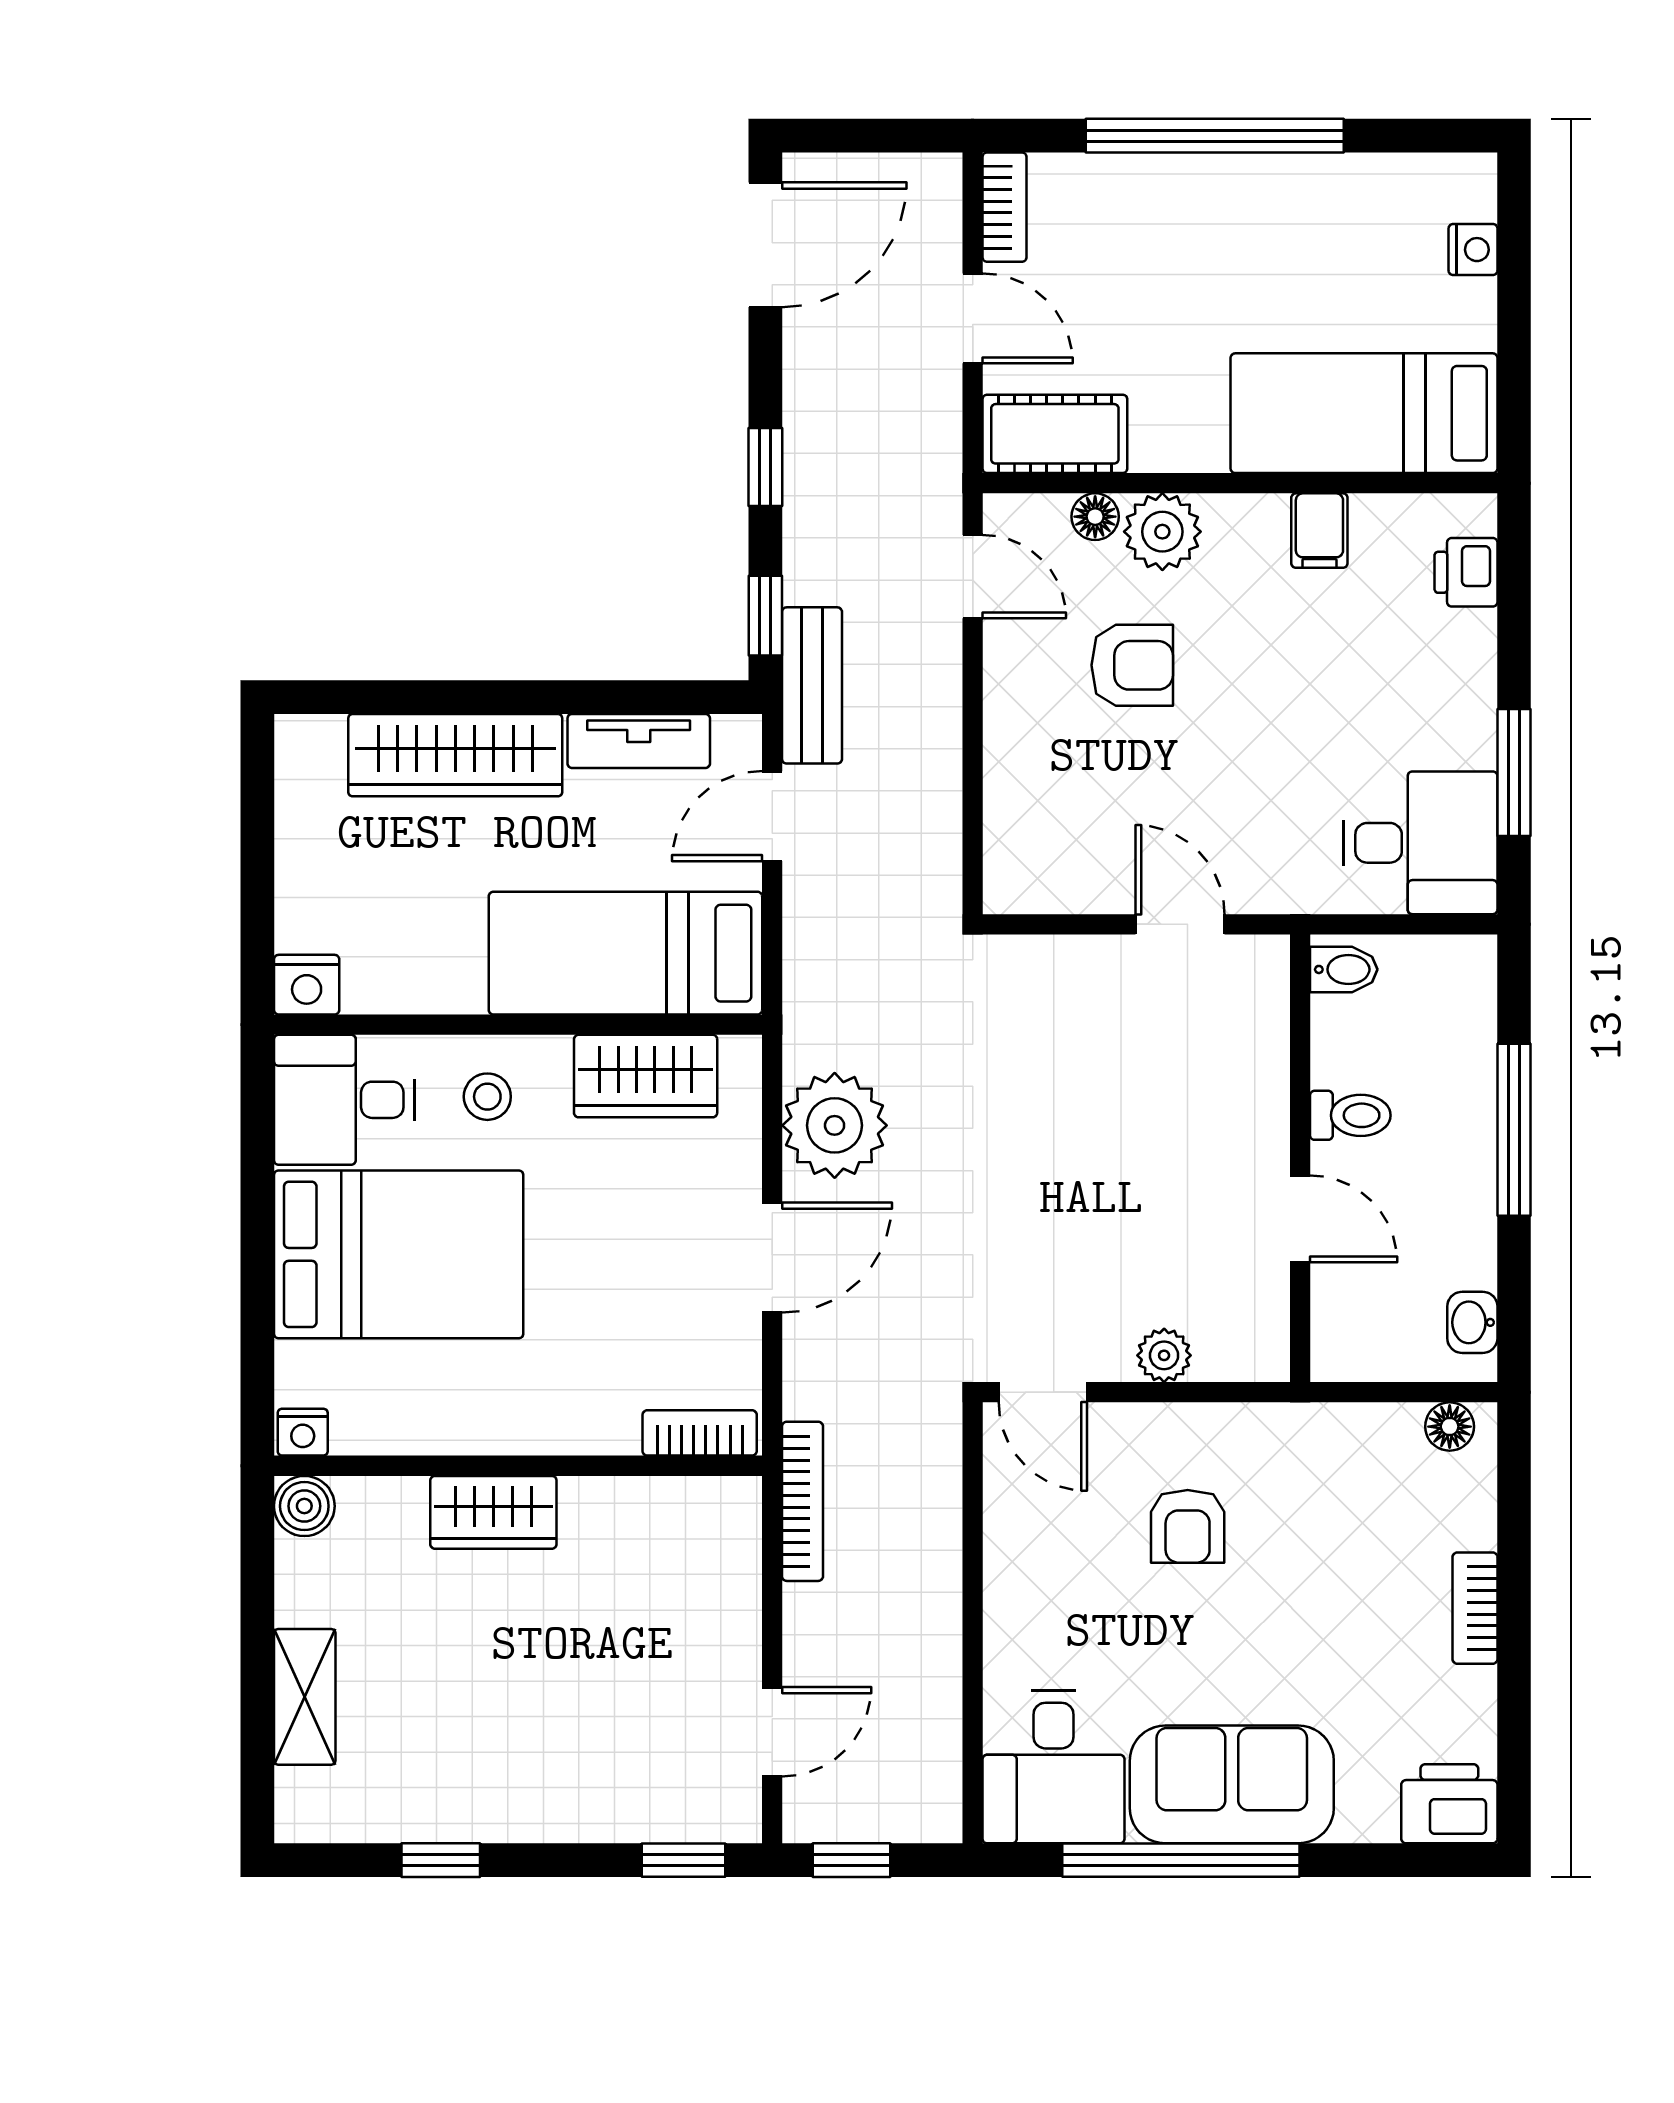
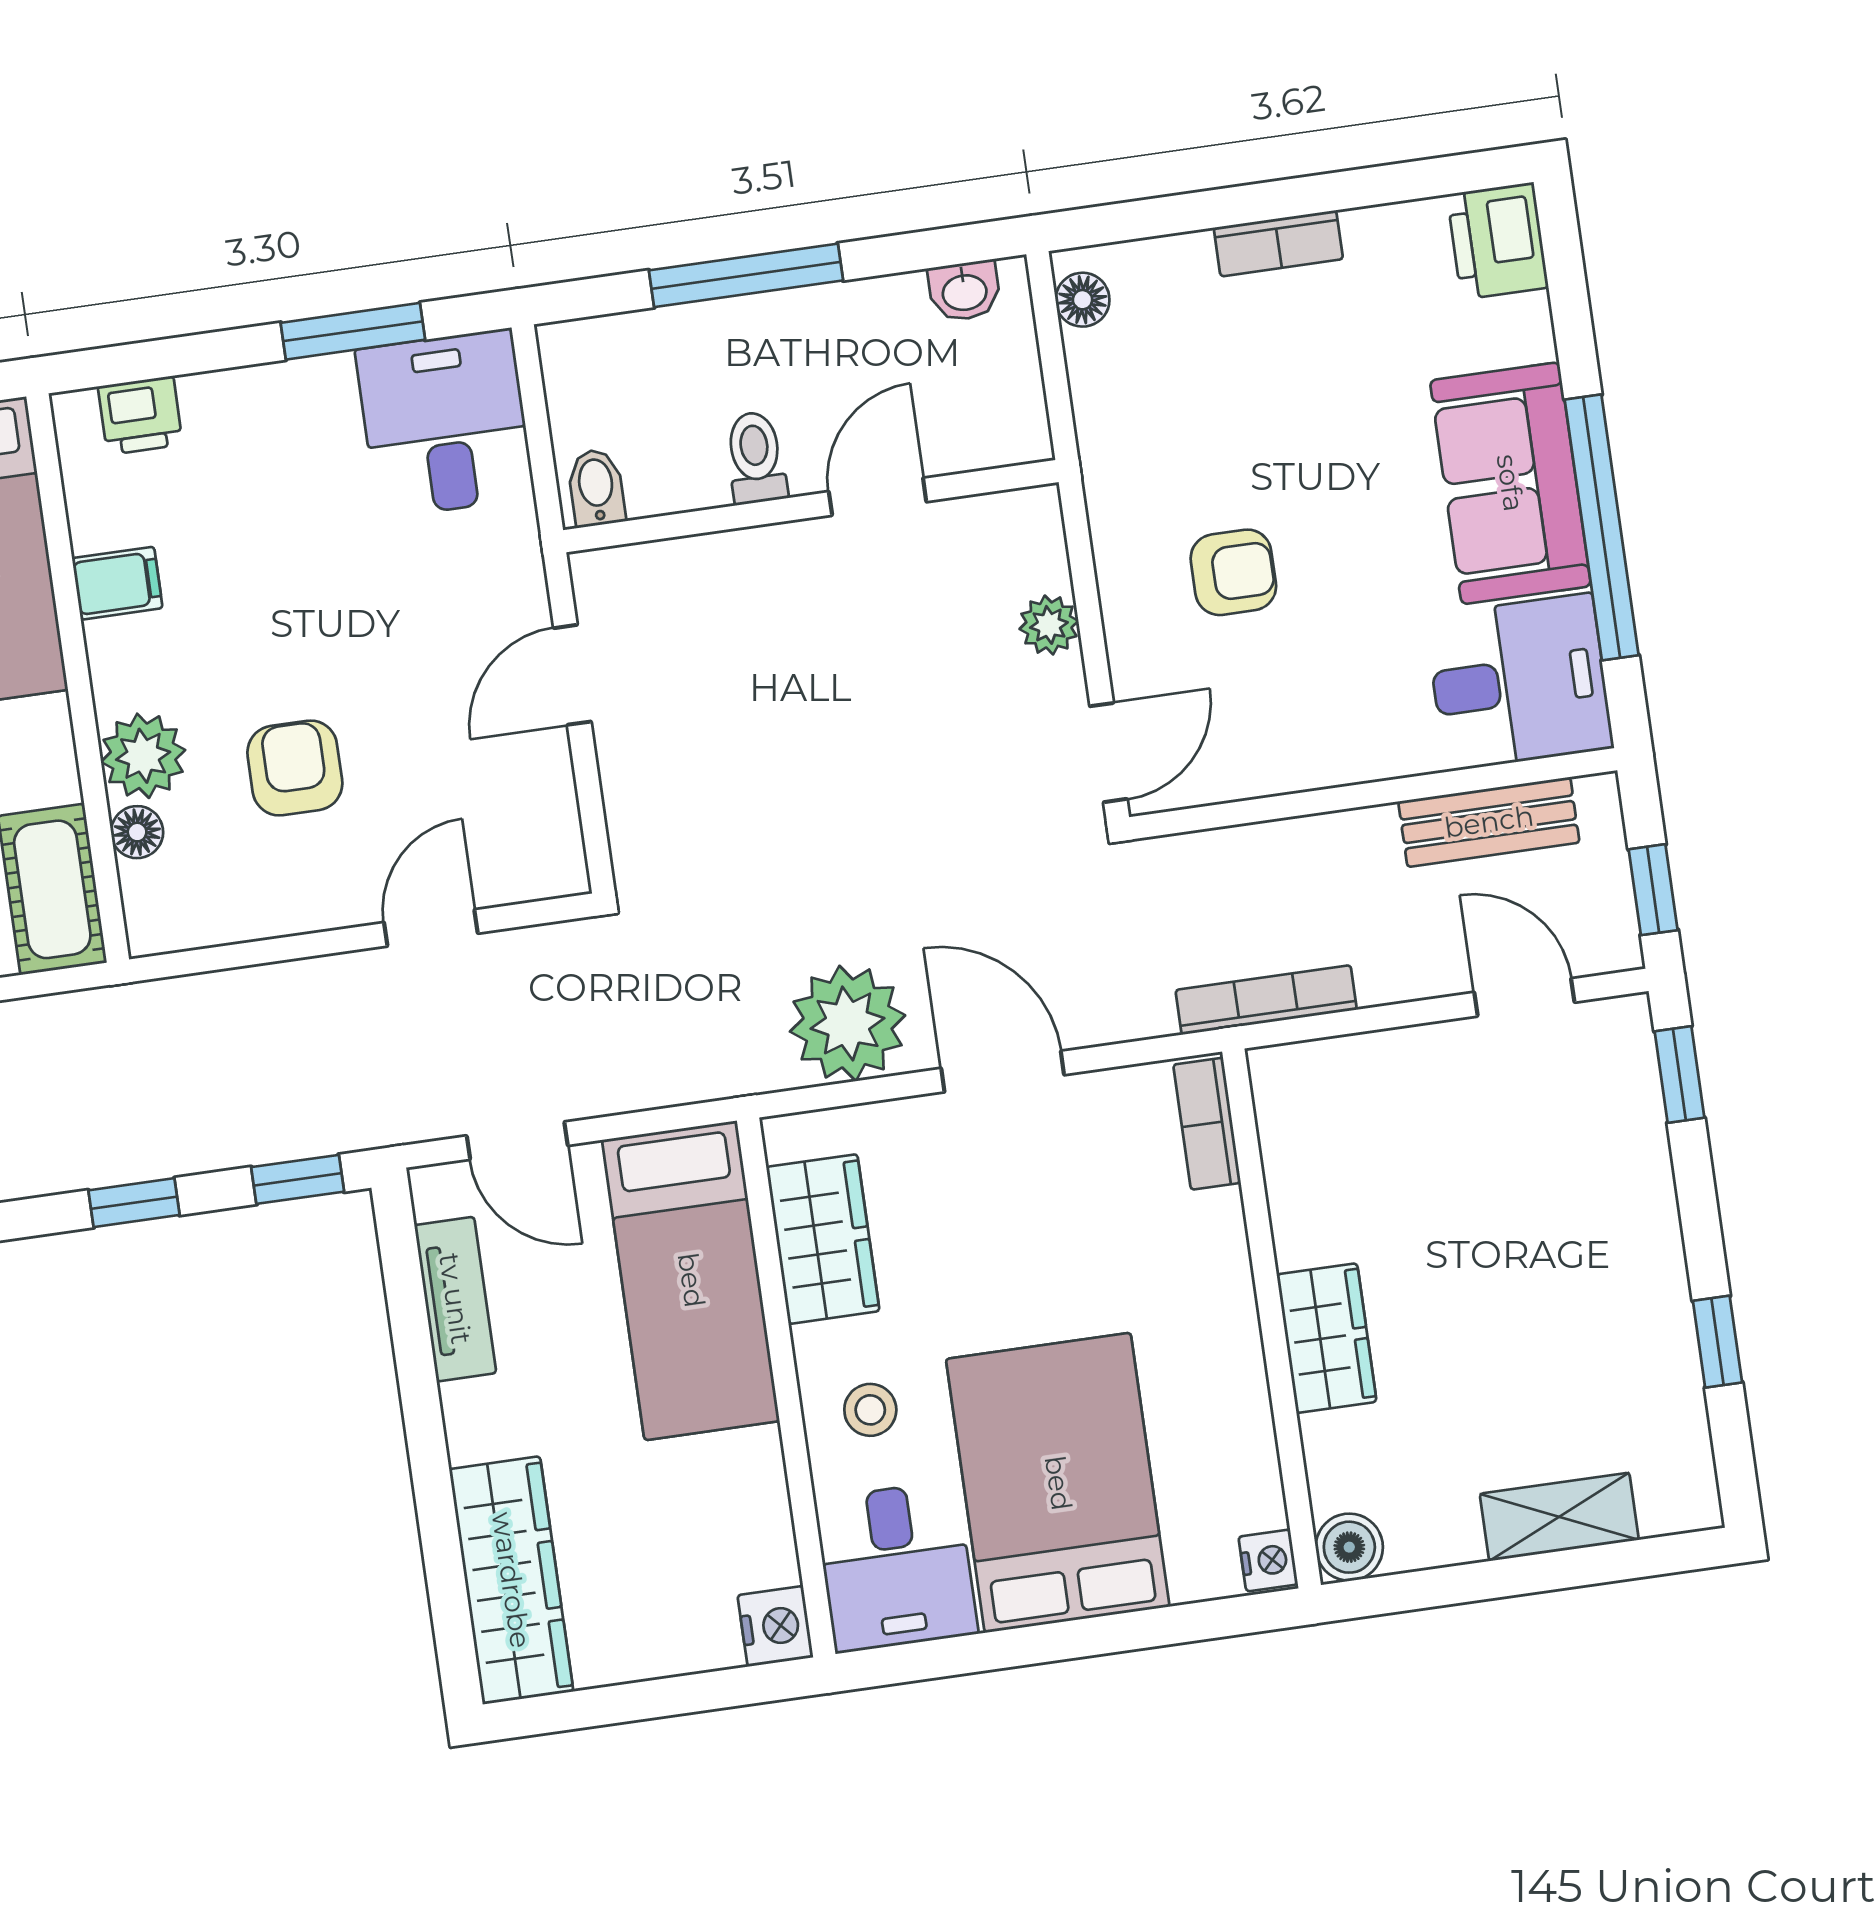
door: (973, 577) -> (431, 928), moved
bench: (812, 685) -> (1489, 822), moved
wardrobe: (455, 755) -> (511, 1580), moved

